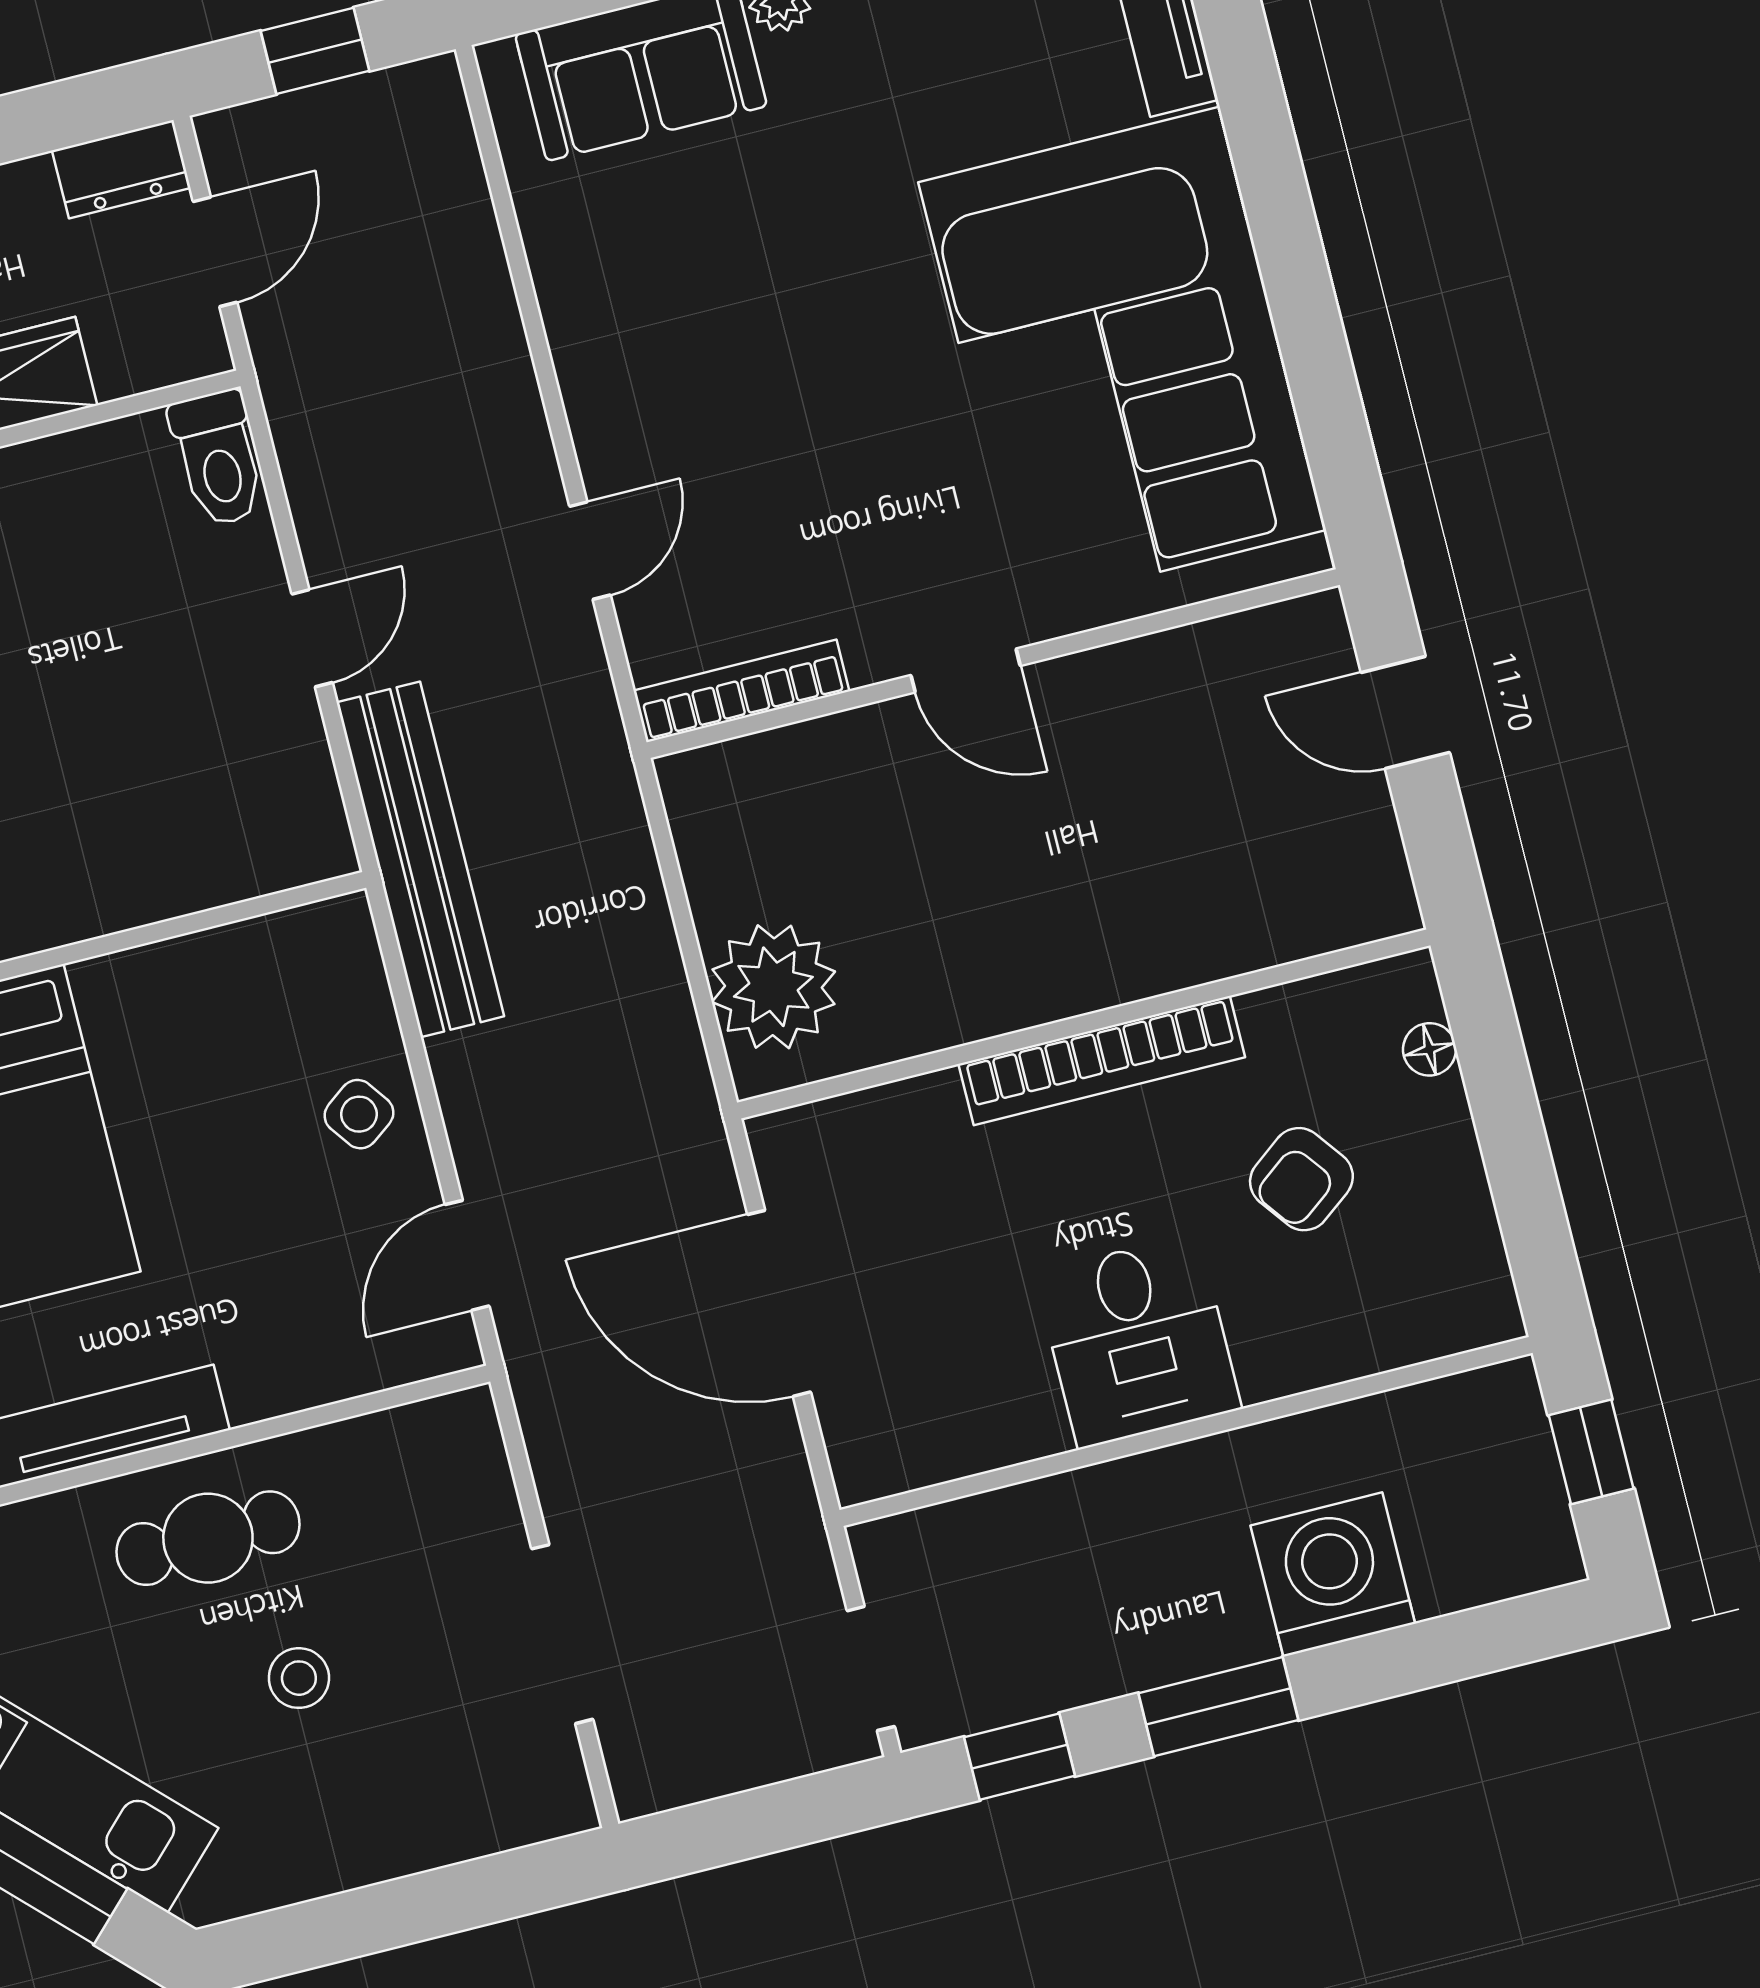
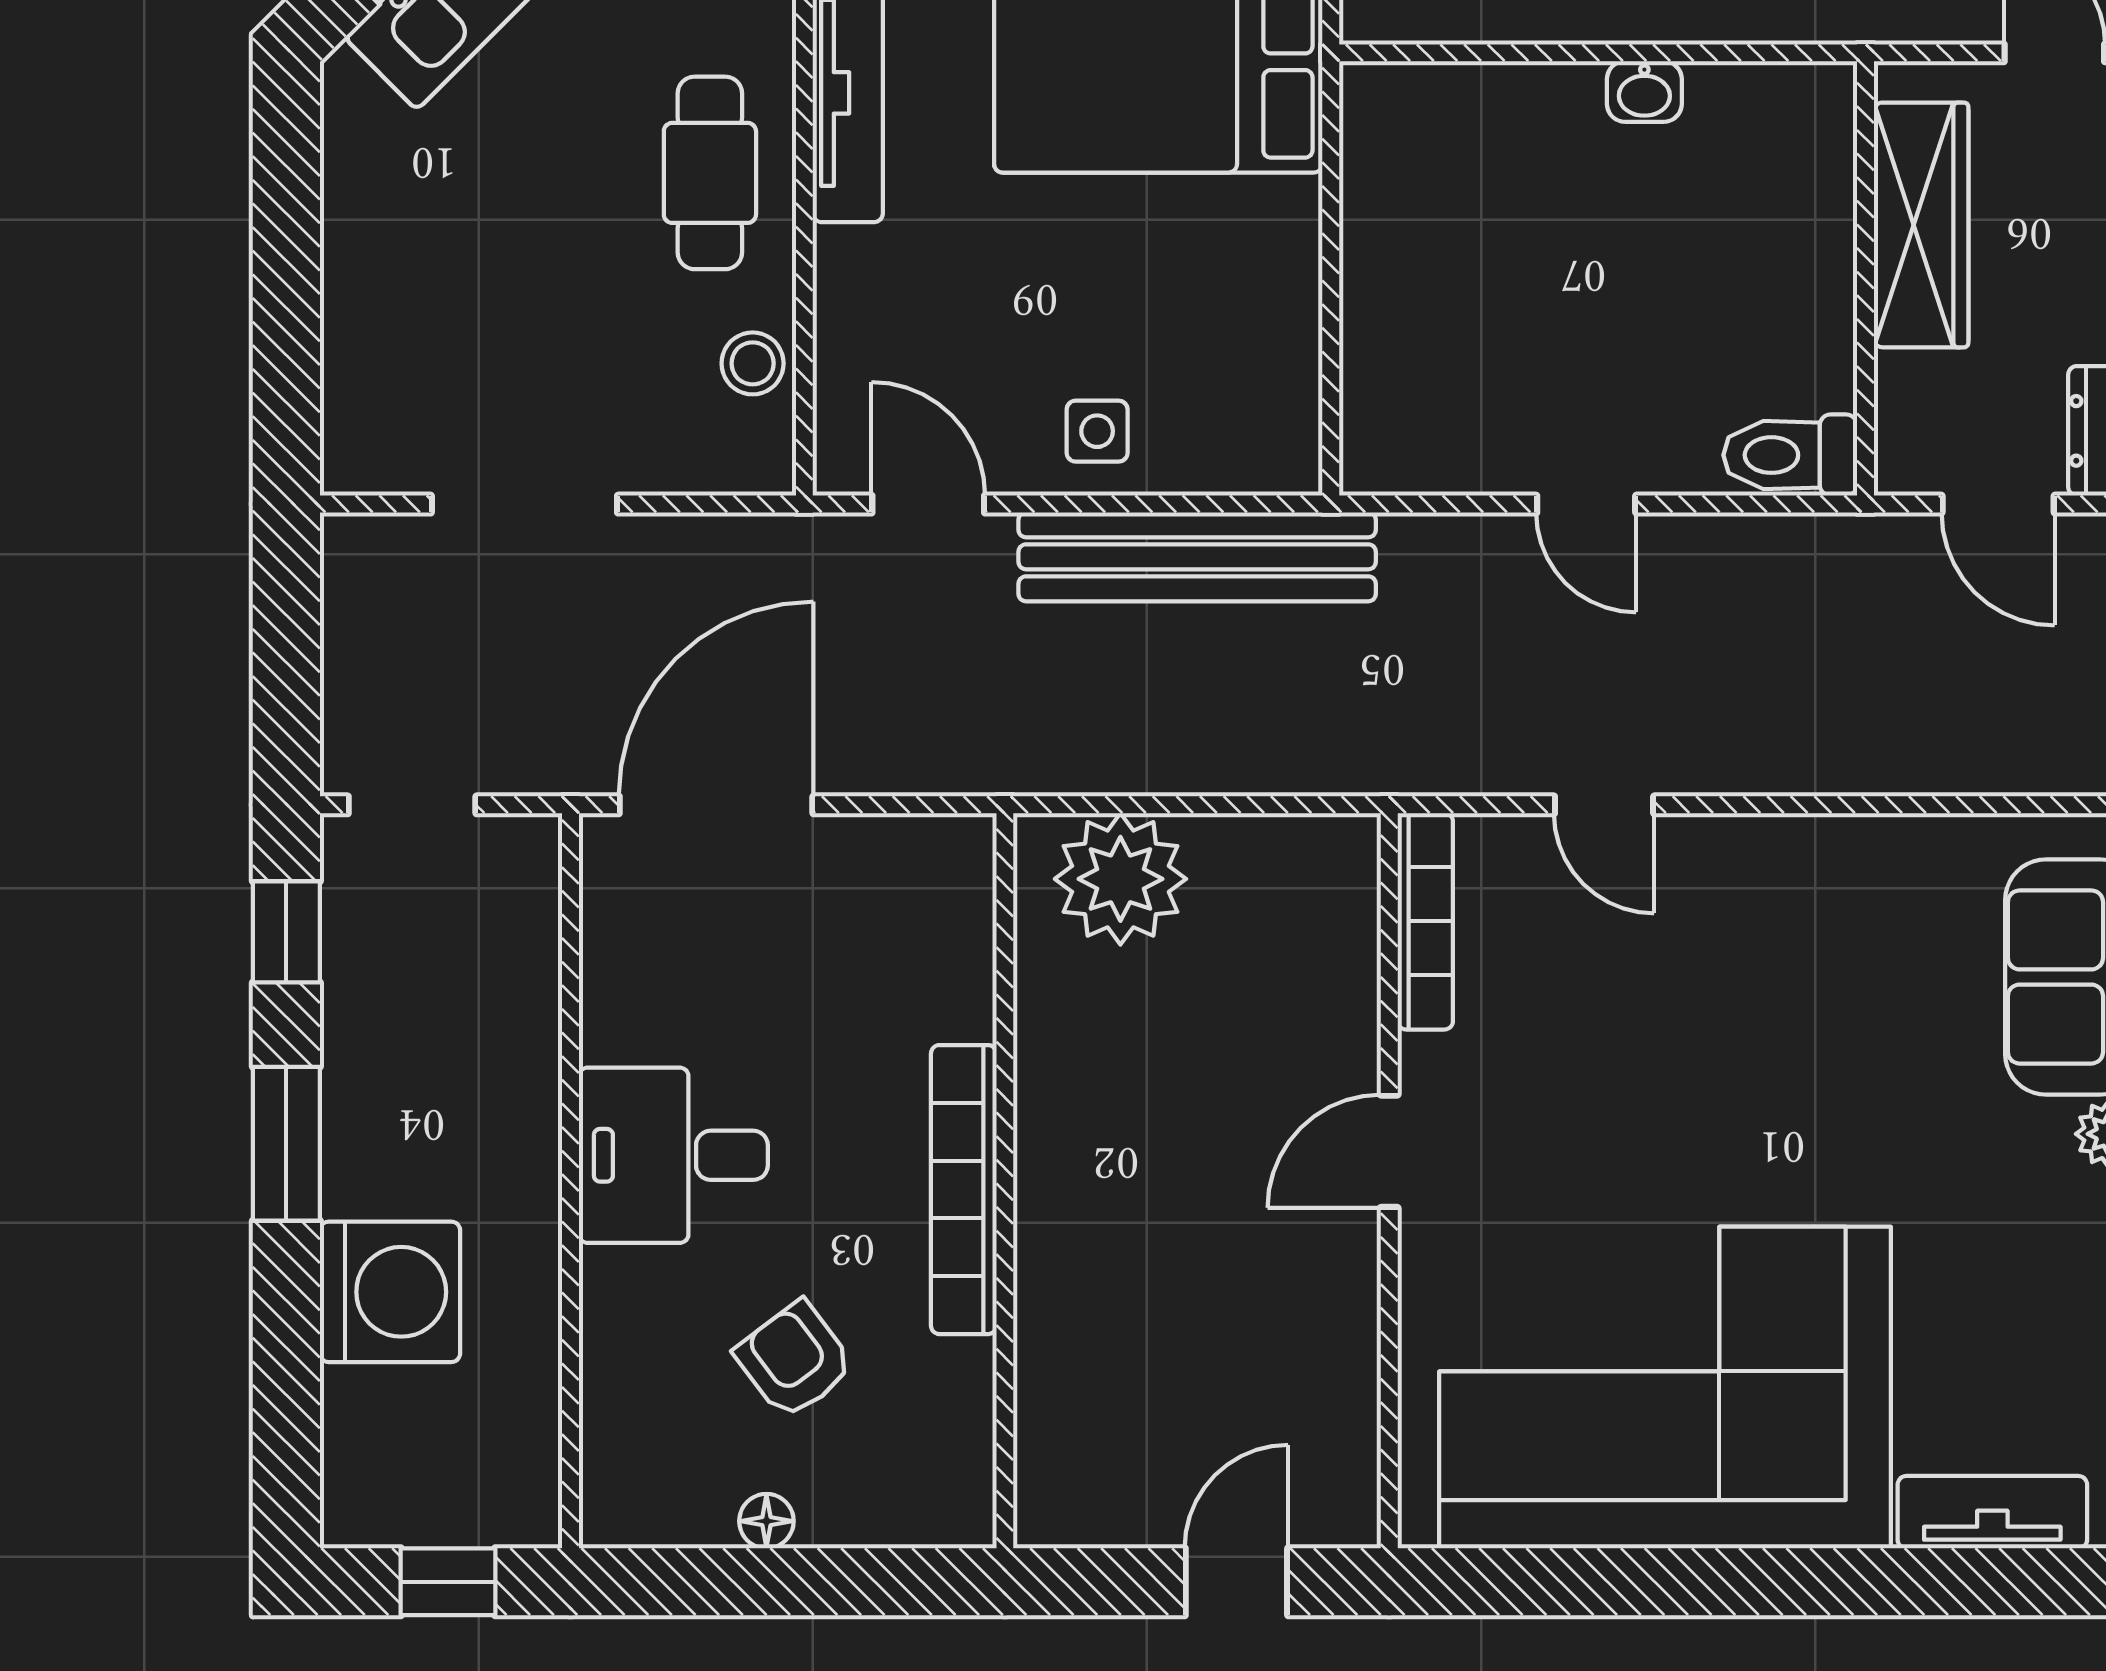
bench: (420, 859) -> (1197, 557), moved
floor lamp: (1429, 1049) -> (766, 1521), moved
side table: (359, 1114) -> (1097, 431), turned 36
door: (779, 1303) -> (716, 805), moved
stool: (299, 1678) -> (753, 363), moved

